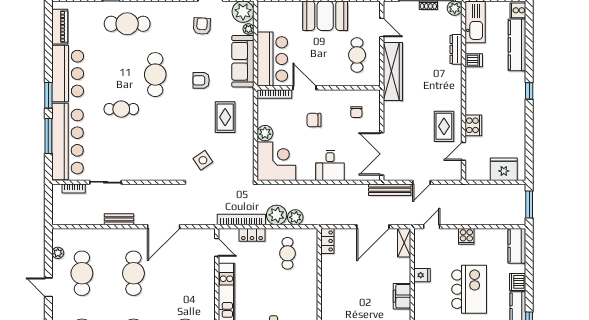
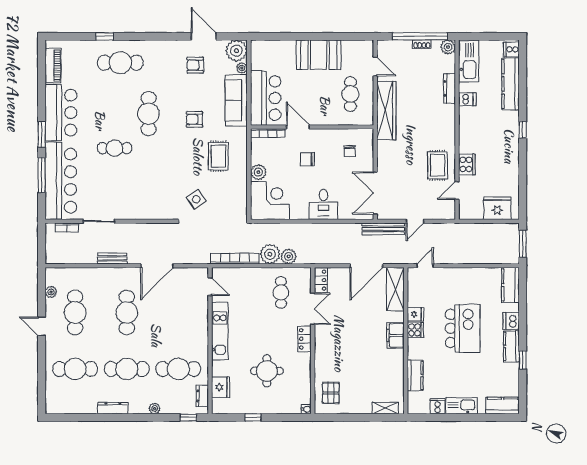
armchair: (202, 26) -> (195, 65), turned -93
locker: (252, 235) -> (305, 339), moved, turned 90
cooker: (466, 236) -> (415, 330), moved, turned -90
shelving: (404, 243) -> (395, 289), width x1.50, depth x1.33
double door: (319, 270) -> (313, 309), added

